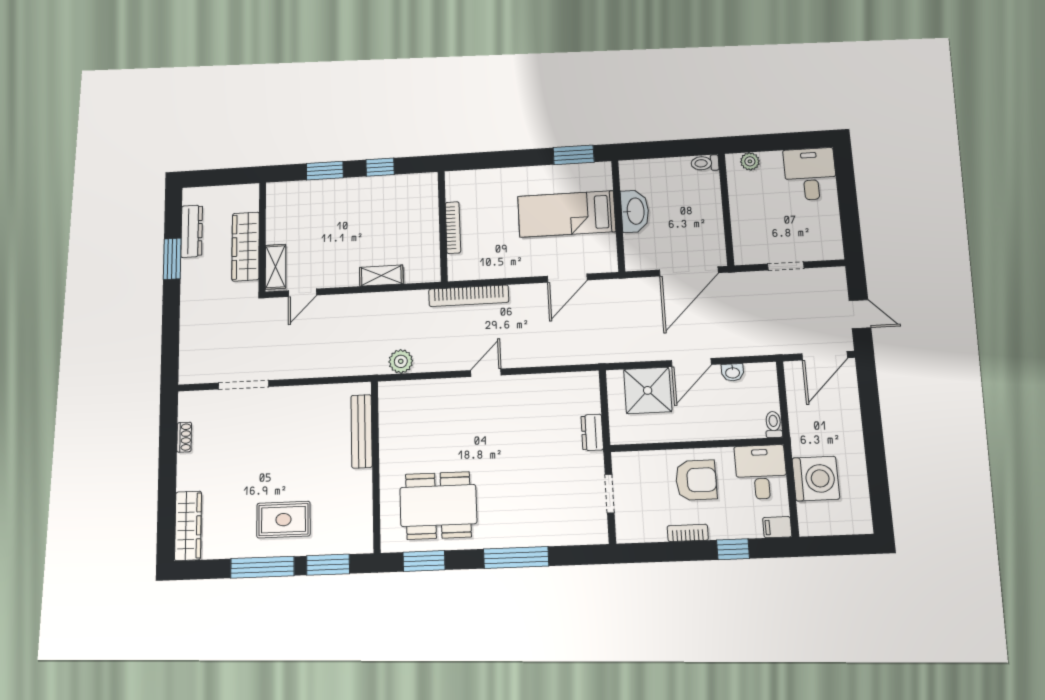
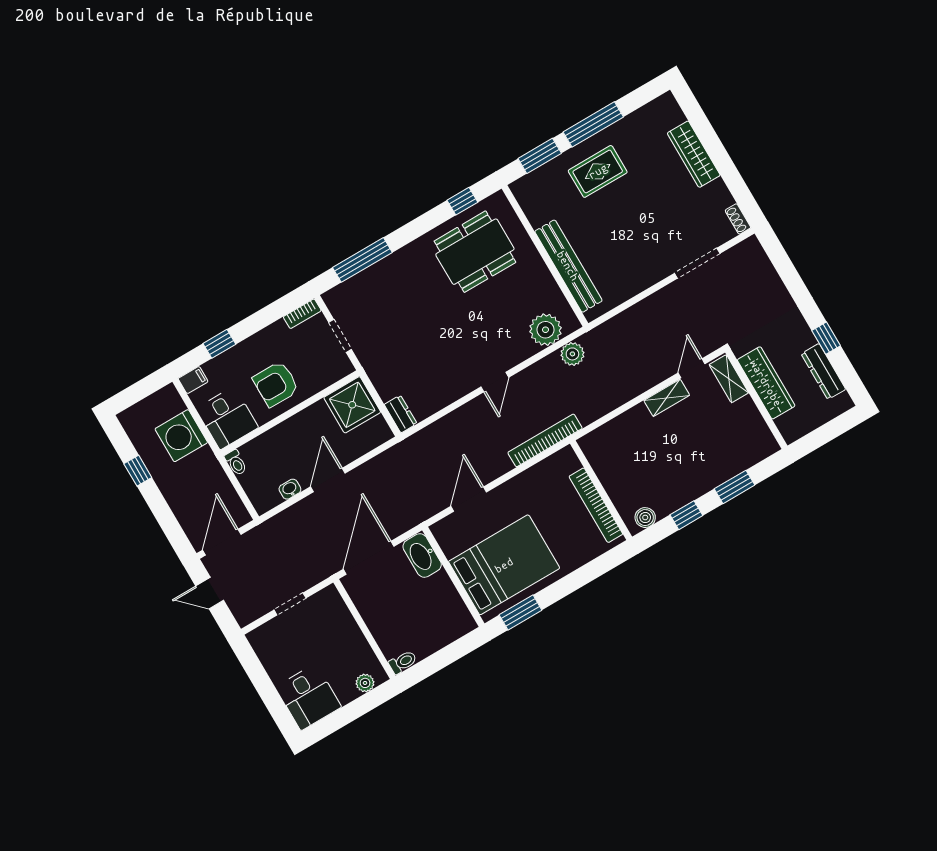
boiler: (417, 183) -> (645, 518), added
washbasin: (635, 211) -> (422, 556), moved
bed: (567, 214) -> (504, 565), width x1.50
bookcase: (453, 228) -> (596, 505), width x1.48, depth x1.31
window: (172, 259) -> (826, 338), width x0.67
shelving: (381, 276) -> (667, 398), moved
shower: (648, 390) -> (352, 405), moved
plant: (413, 397) -> (546, 330), added
bench: (362, 431) -> (568, 266), width x1.37, depth x1.21
dresser: (592, 432) -> (401, 414), moved
shoe rack: (184, 437) -> (738, 219), moved
window: (877, 467) -> (138, 471), added
wardrobe: (188, 526) -> (694, 154), moved
bookcase: (688, 533) -> (302, 314), moved
window: (516, 557) -> (362, 260), moved
window: (424, 561) -> (462, 201), width x0.67

